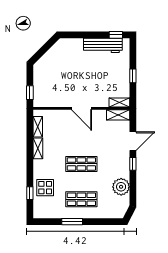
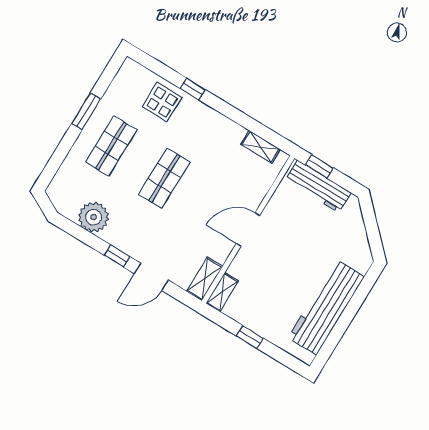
window: (116, 35) -> (327, 349), removed
workbench: (103, 45) -> (326, 307), width x1.36, depth x1.32
workbench: (40, 87) -> (318, 186), added
door: (133, 141) -> (151, 277), hinge flipped
shelving: (38, 148) -> (228, 127), removed
window: (30, 193) -> (193, 89), moved

